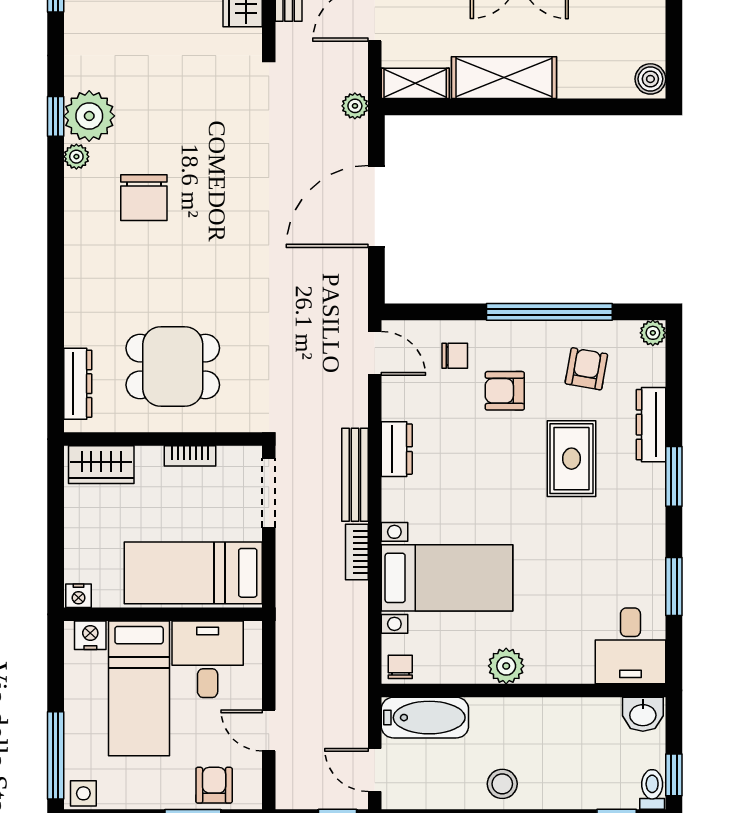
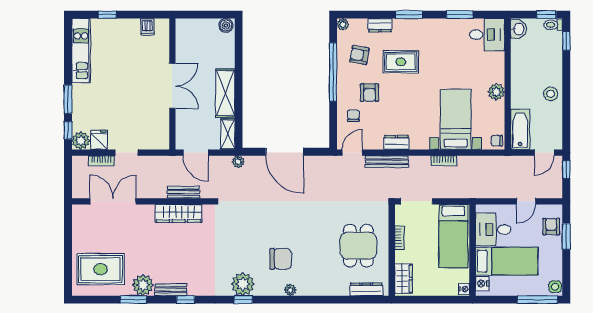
plant: (76, 157) -> (290, 290), moved
dresser: (651, 425) -> (380, 25), width x0.70
bench: (355, 475) -> (387, 162), moved
armchair: (214, 785) -> (551, 227), turned 90

